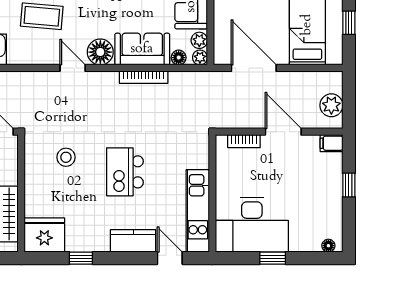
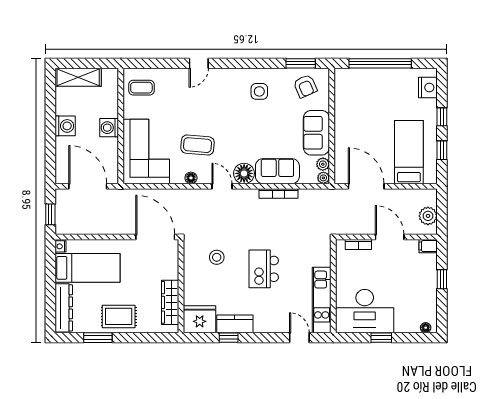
floor lamp: (179, 58) -> (191, 178), moved
kitchen counter: (133, 241) -> (235, 324), moved

